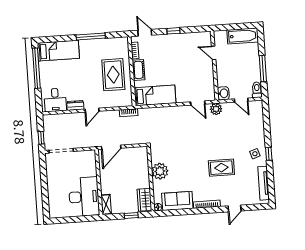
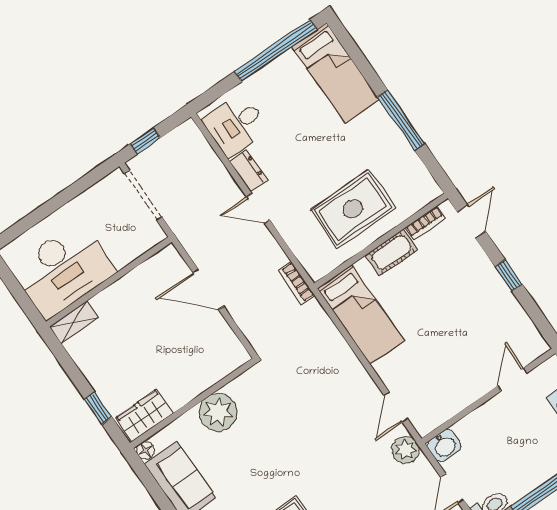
wall: (99, 182) -> (109, 282), moved
desk: (84, 197) -> (63, 270), moved
shelving: (106, 204) -> (74, 322), moved

